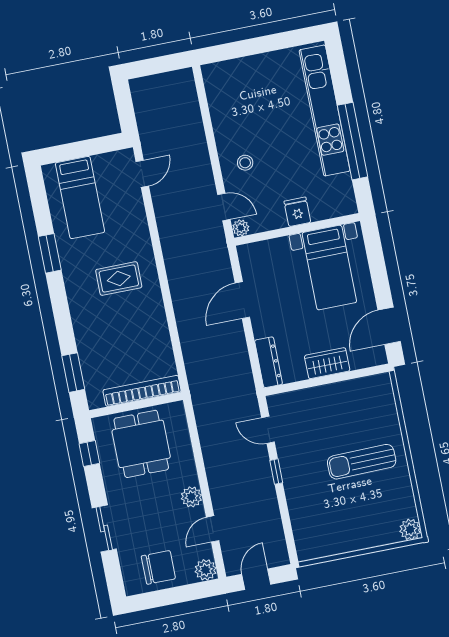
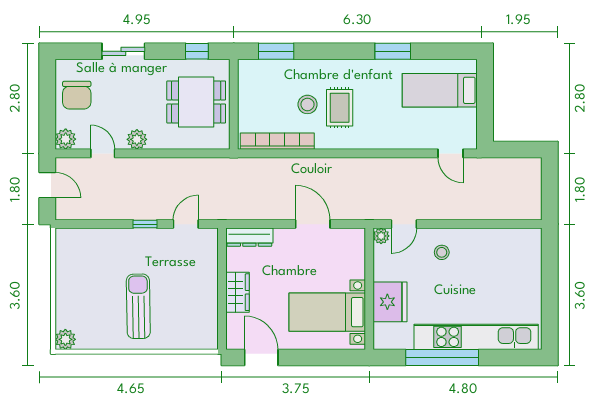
fridge: (297, 212) -> (390, 302), width x1.88, depth x1.34
rug: (119, 279) -> (340, 108), moved
stool: (121, 330) -> (307, 104), added
bookcase: (142, 391) -> (277, 141), moved, turned -90

